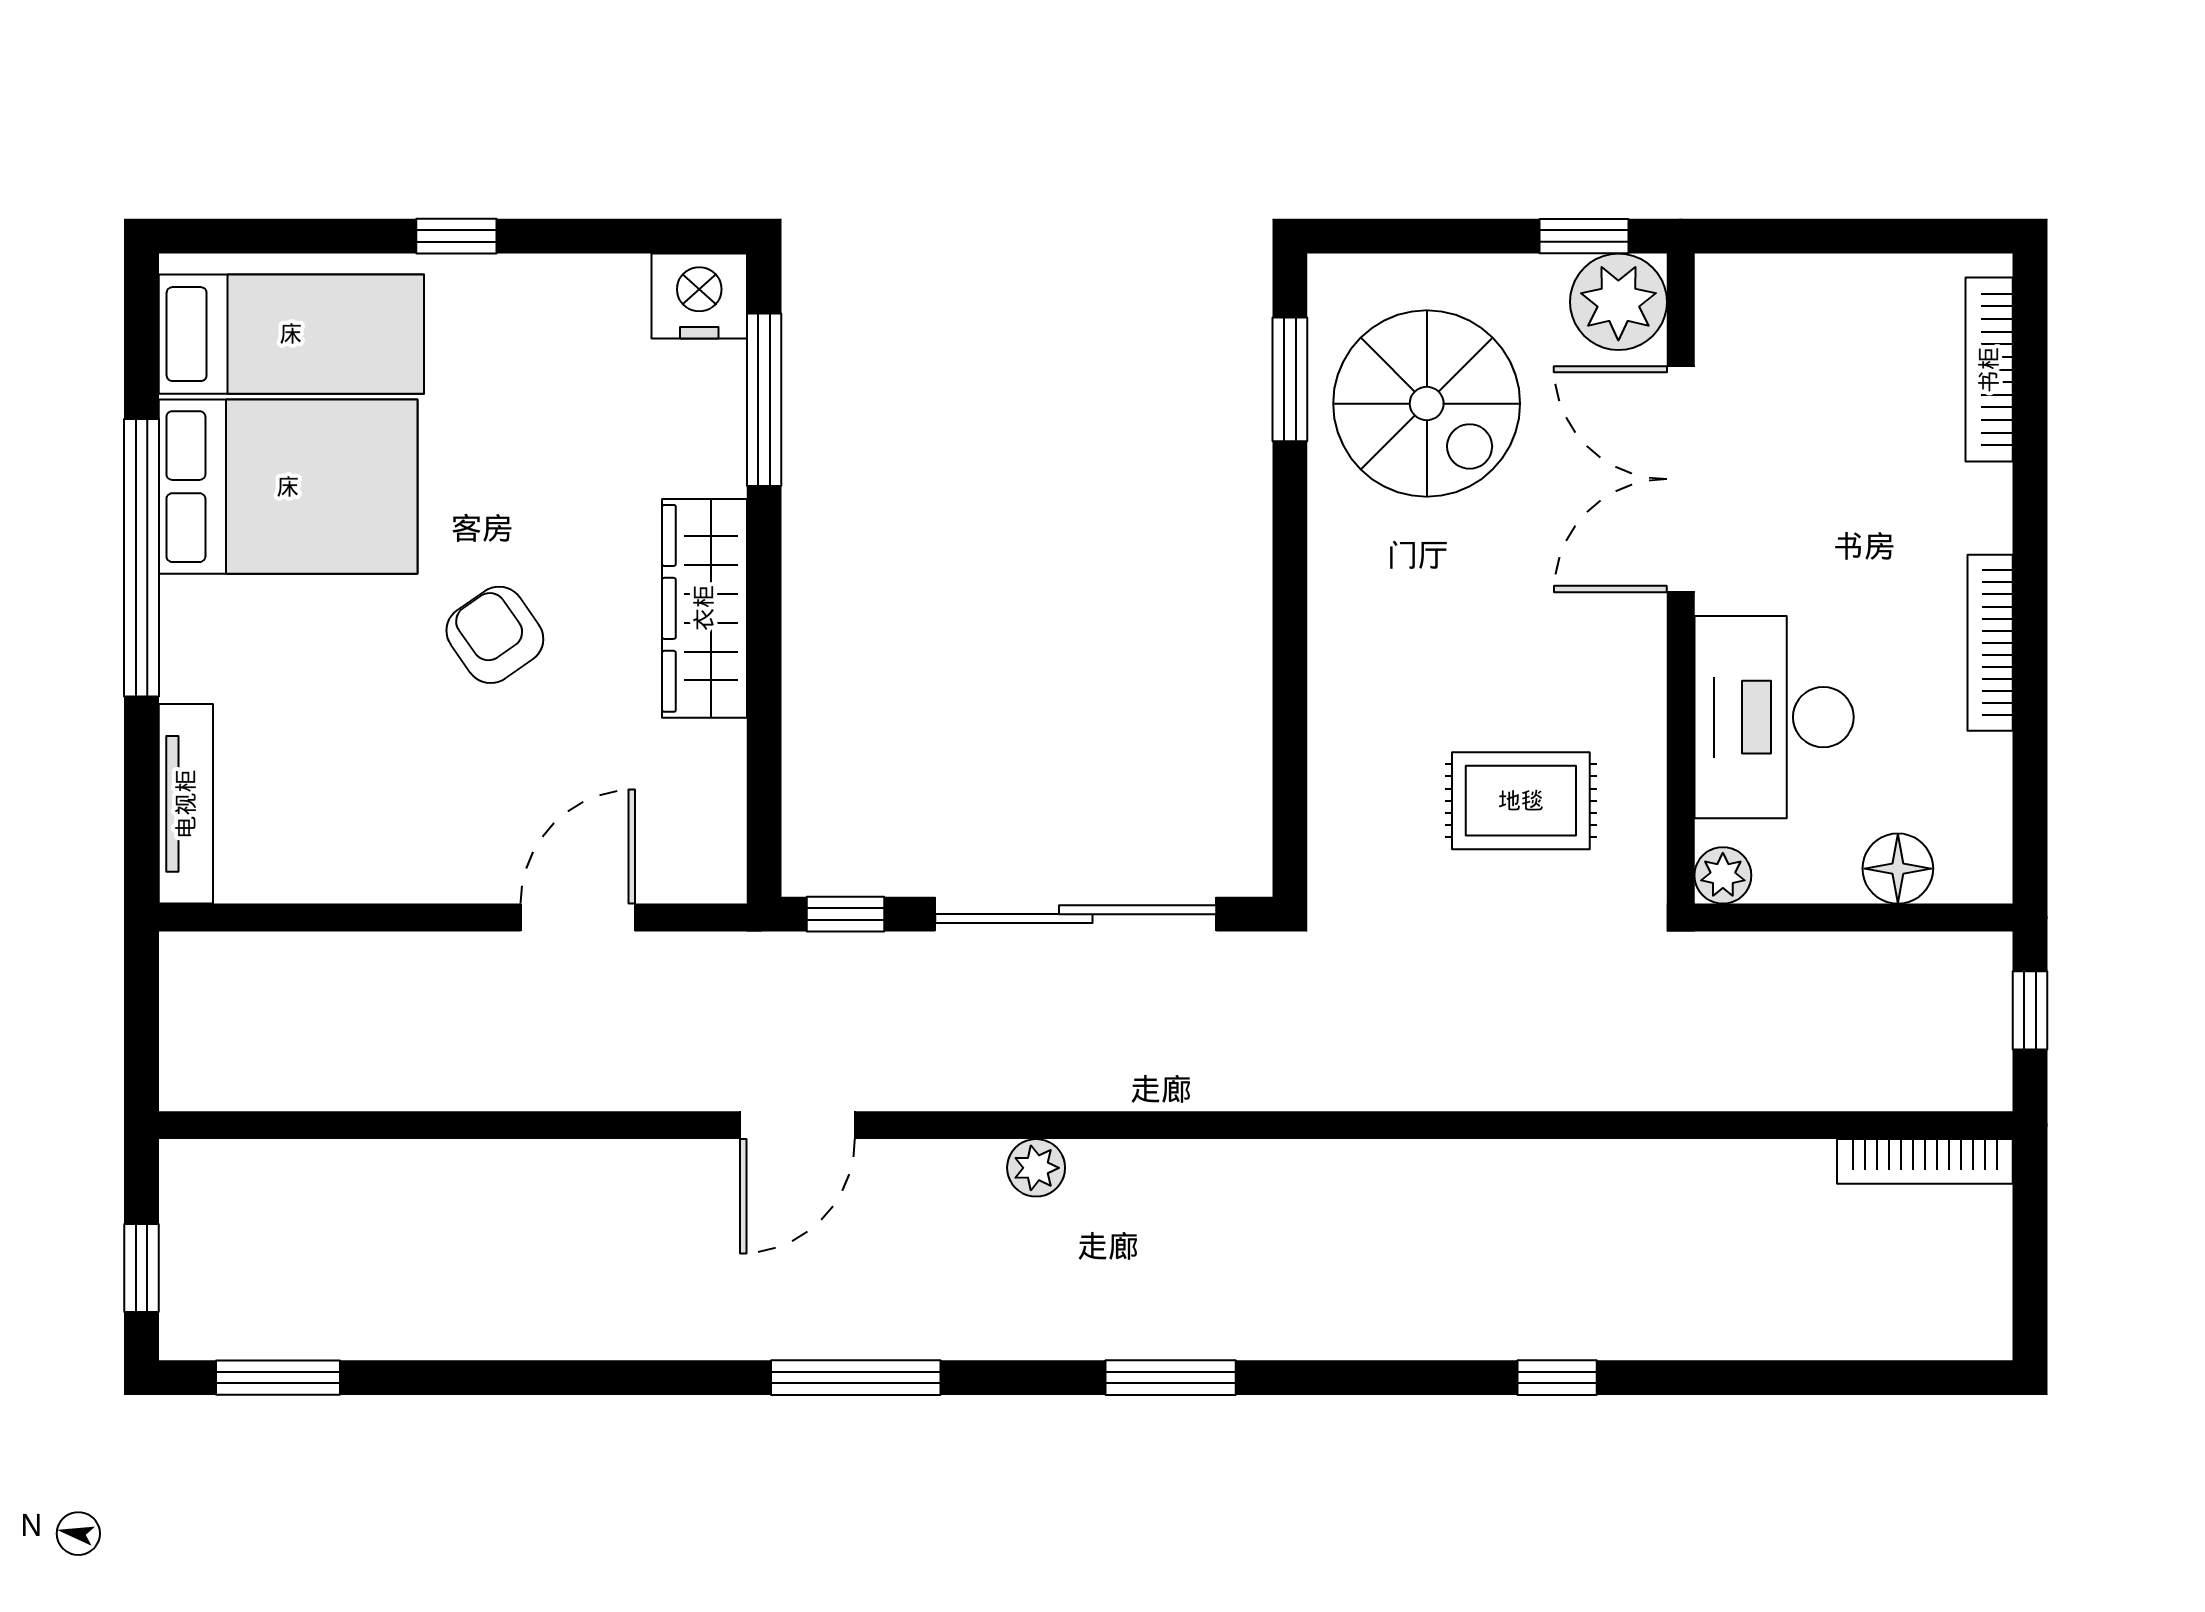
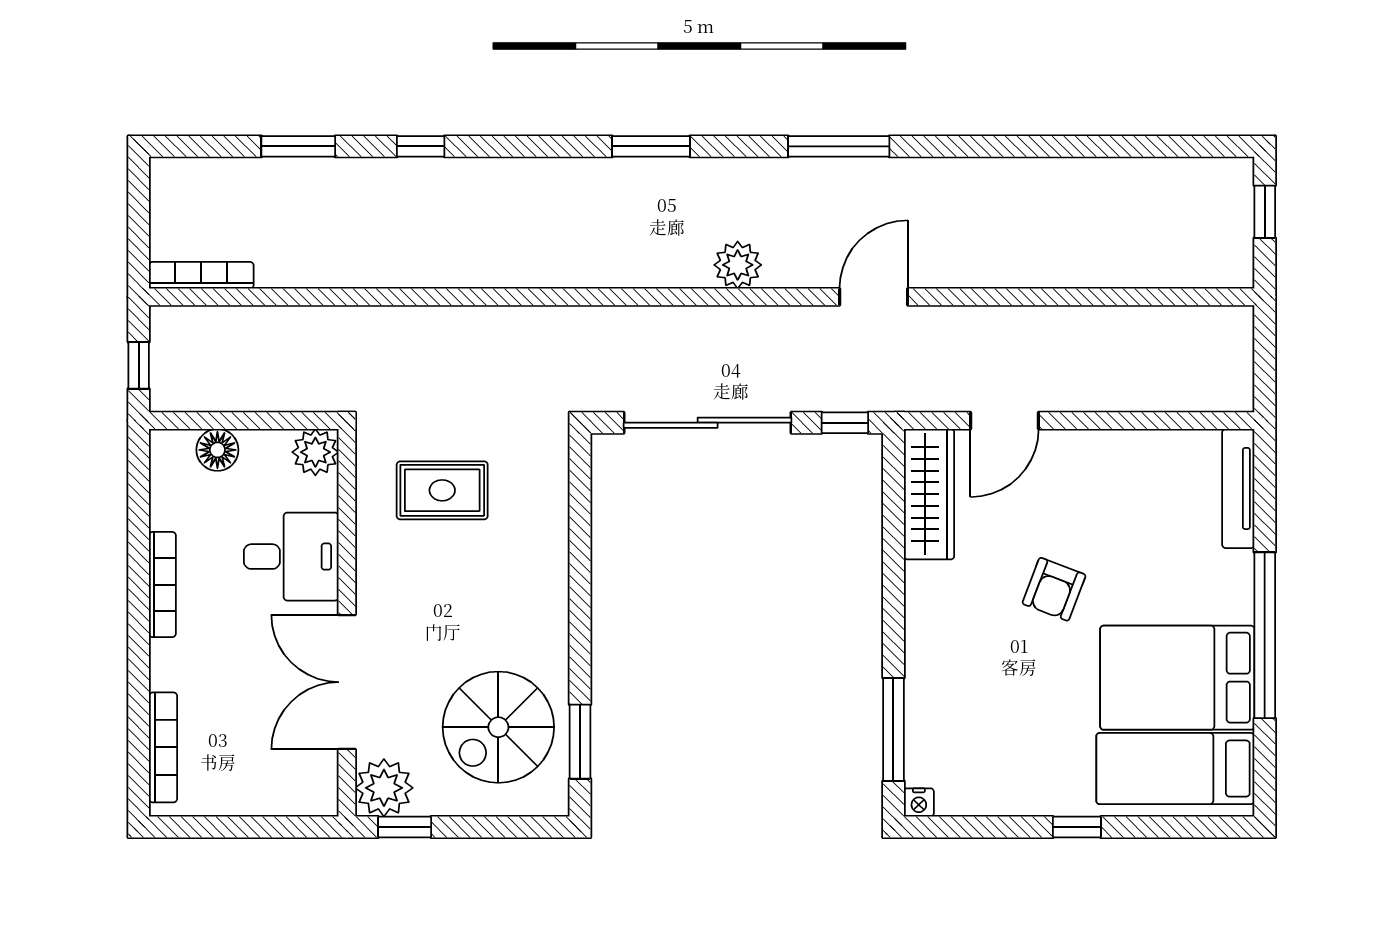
nightstand: (699, 296) -> (919, 802), width x0.53, depth x0.56
spiral stairs: (1427, 404) -> (498, 727), turned -90
double door: (1681, 479) -> (347, 682), swing flipped
wardrobe: (704, 608) -> (929, 494), moved
armchair: (495, 635) -> (1054, 589), turned 56
desk: (1774, 717) -> (291, 557), width x0.73
plant: (1723, 875) -> (315, 452), width x1.38, depth x1.38
plant: (1036, 1168) -> (738, 265), width x1.38, depth x1.38
window: (278, 1378) -> (298, 146), moved

